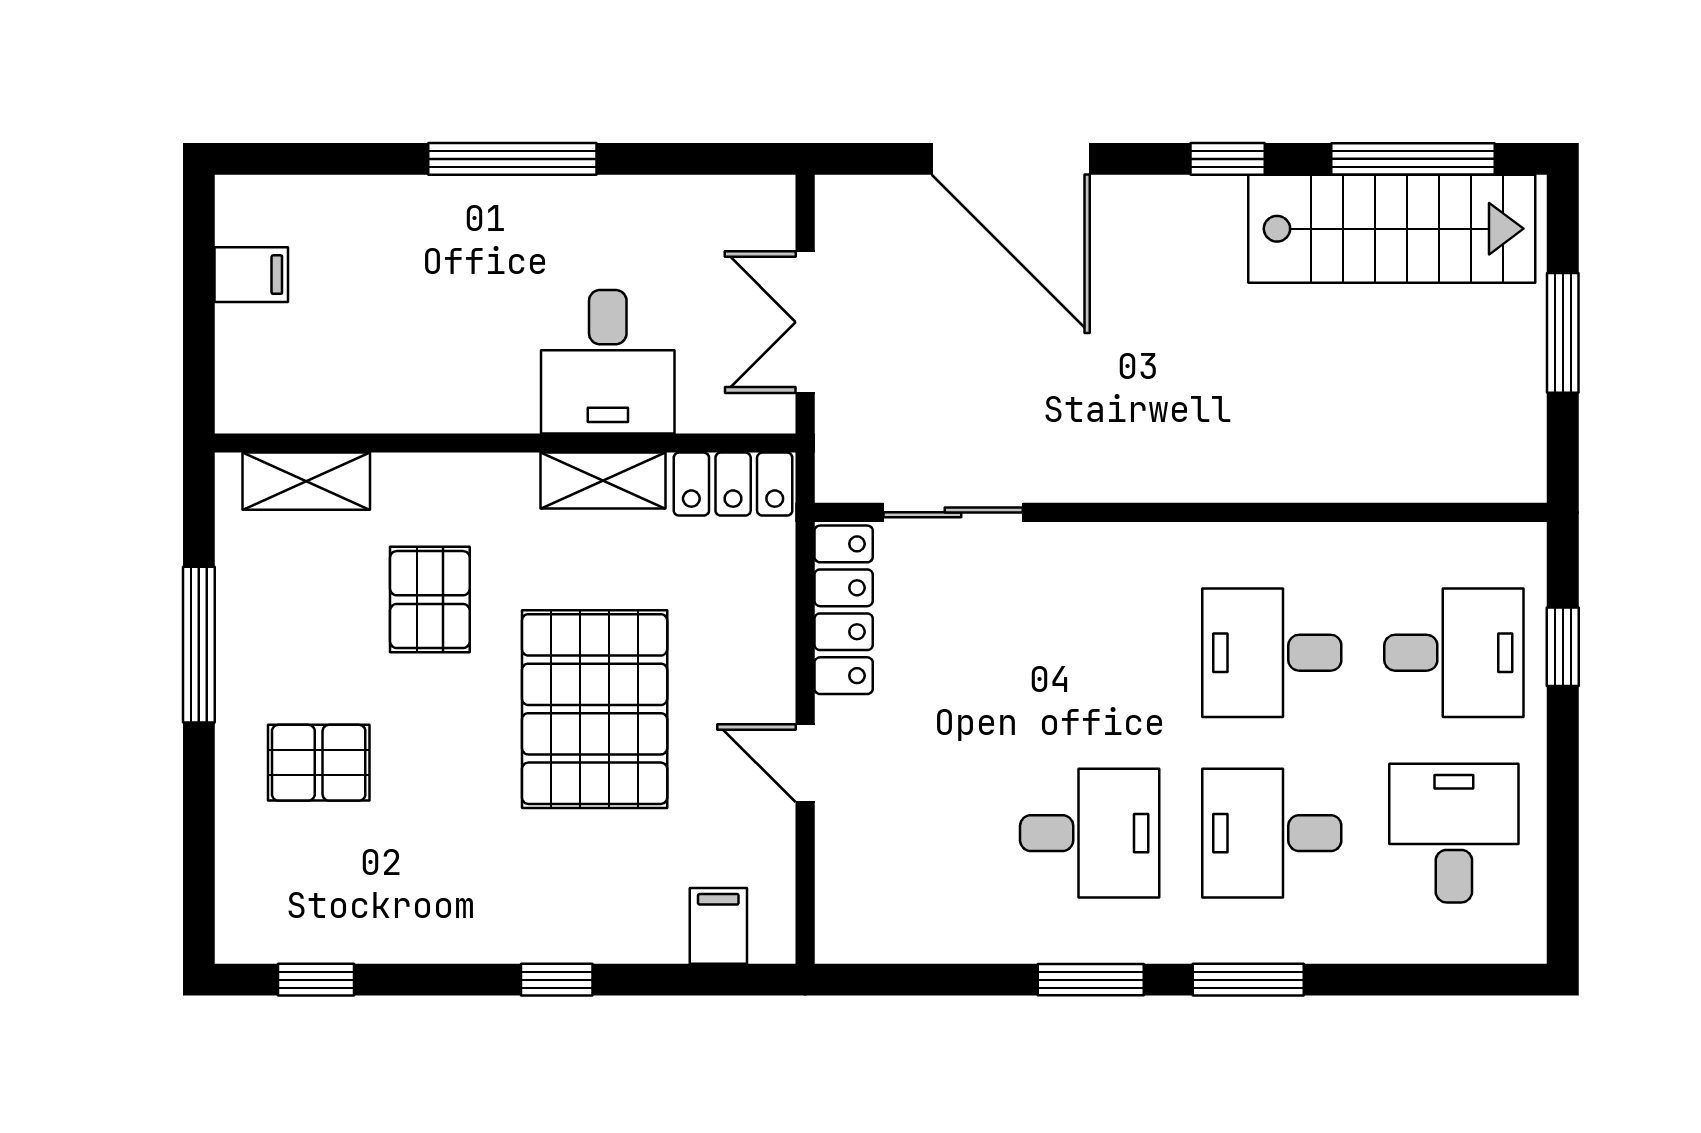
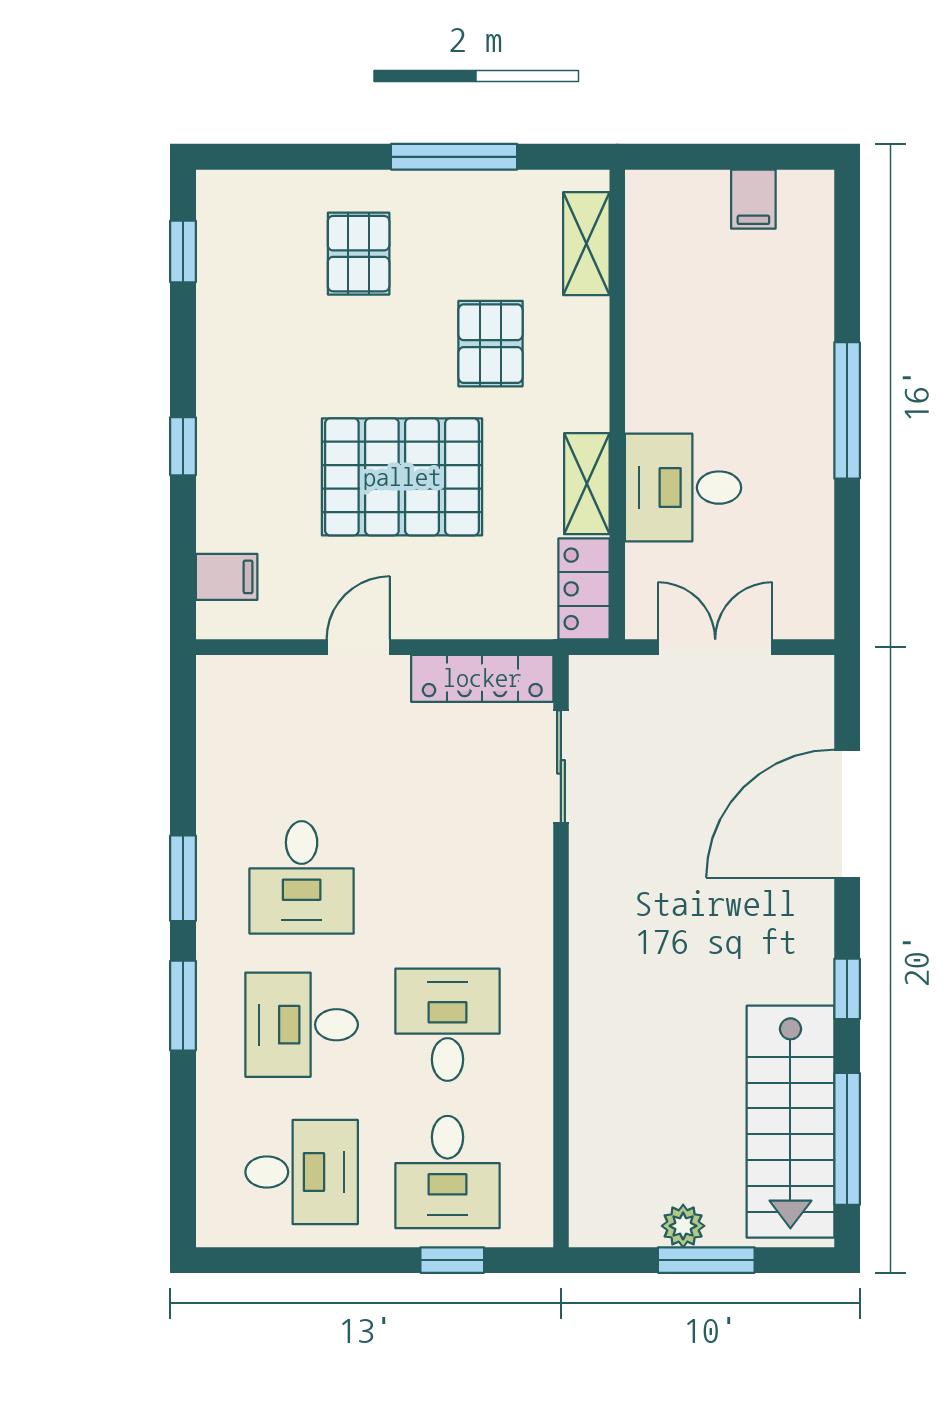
plant: (1521, 362) -> (683, 1226), added
pallet: (430, 600) -> (491, 344), turned 90
desk: (1272, 833) -> (302, 1025), turned -90

